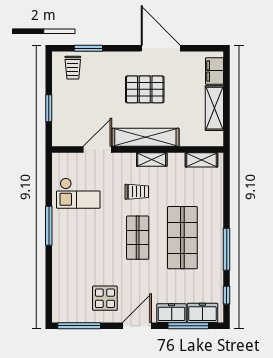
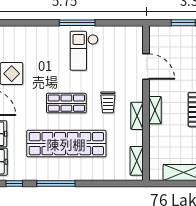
shelving: (145, 137) -> (155, 110), width x0.45, depth x0.75
checkout: (78, 193) -> (84, 51), moved
shop shelf: (182, 238) -> (66, 144), width x1.40

